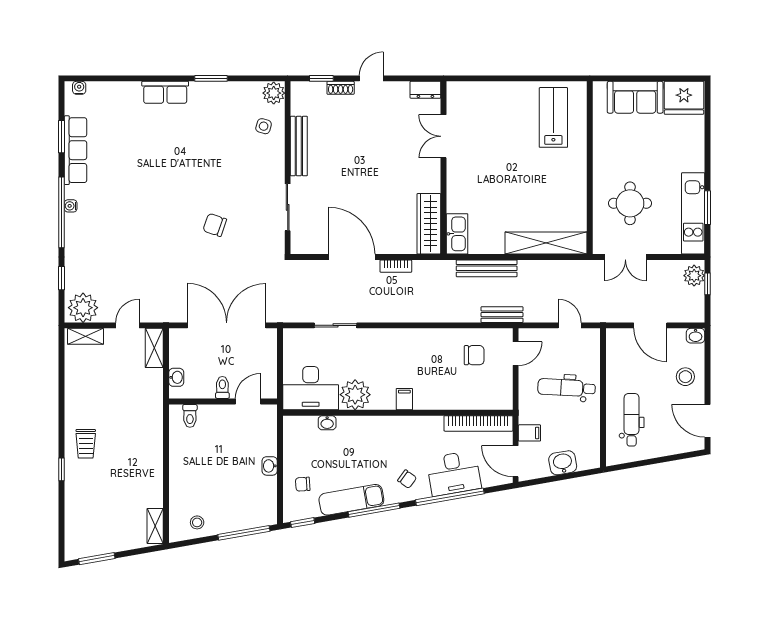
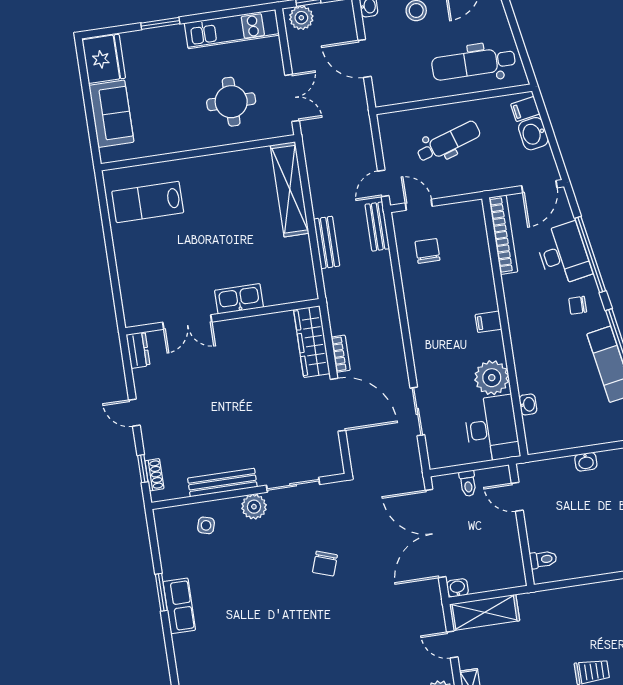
shoe rack: (341, 88) -> (154, 475), moved
row of seats: (165, 92) -> (179, 606), moved
plant: (274, 93) -> (254, 507), moved
window: (708, 208) -> (160, 23), moved
wardrobe: (429, 224) -> (312, 342), moved, turned 90
kitchen sink: (457, 234) -> (239, 299), moved
door: (352, 257) -> (338, 405), swing flipped
bench: (487, 268) -> (327, 242), width x0.73
door: (570, 325) -> (383, 183), moved
door: (650, 325) -> (365, 58), swing flipped
shelving: (154, 348) -> (485, 612), width x1.50, depth x1.33
washbasin: (176, 377) -> (457, 588), moved
toilet: (222, 387) -> (468, 483), moved, turned -90
dental chair: (567, 388) -> (448, 142), turned -111
dental chair: (632, 420) -> (474, 64), width x1.36, depth x1.38
filing cabinet: (529, 433) -> (525, 109), moved, turned -100
chair: (407, 479) -> (578, 305), turned -126
chair: (303, 484) -> (601, 421), removed

